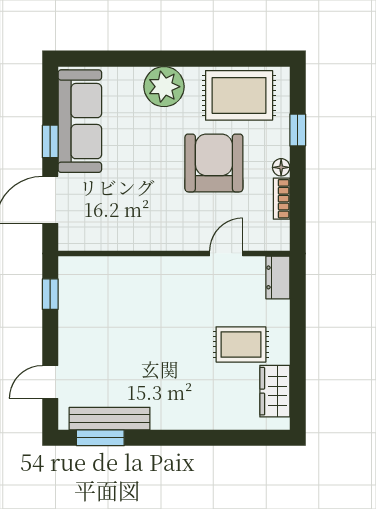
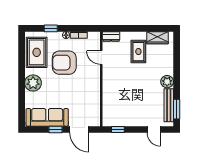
plant: (167, 415) -> (167, 82), added

